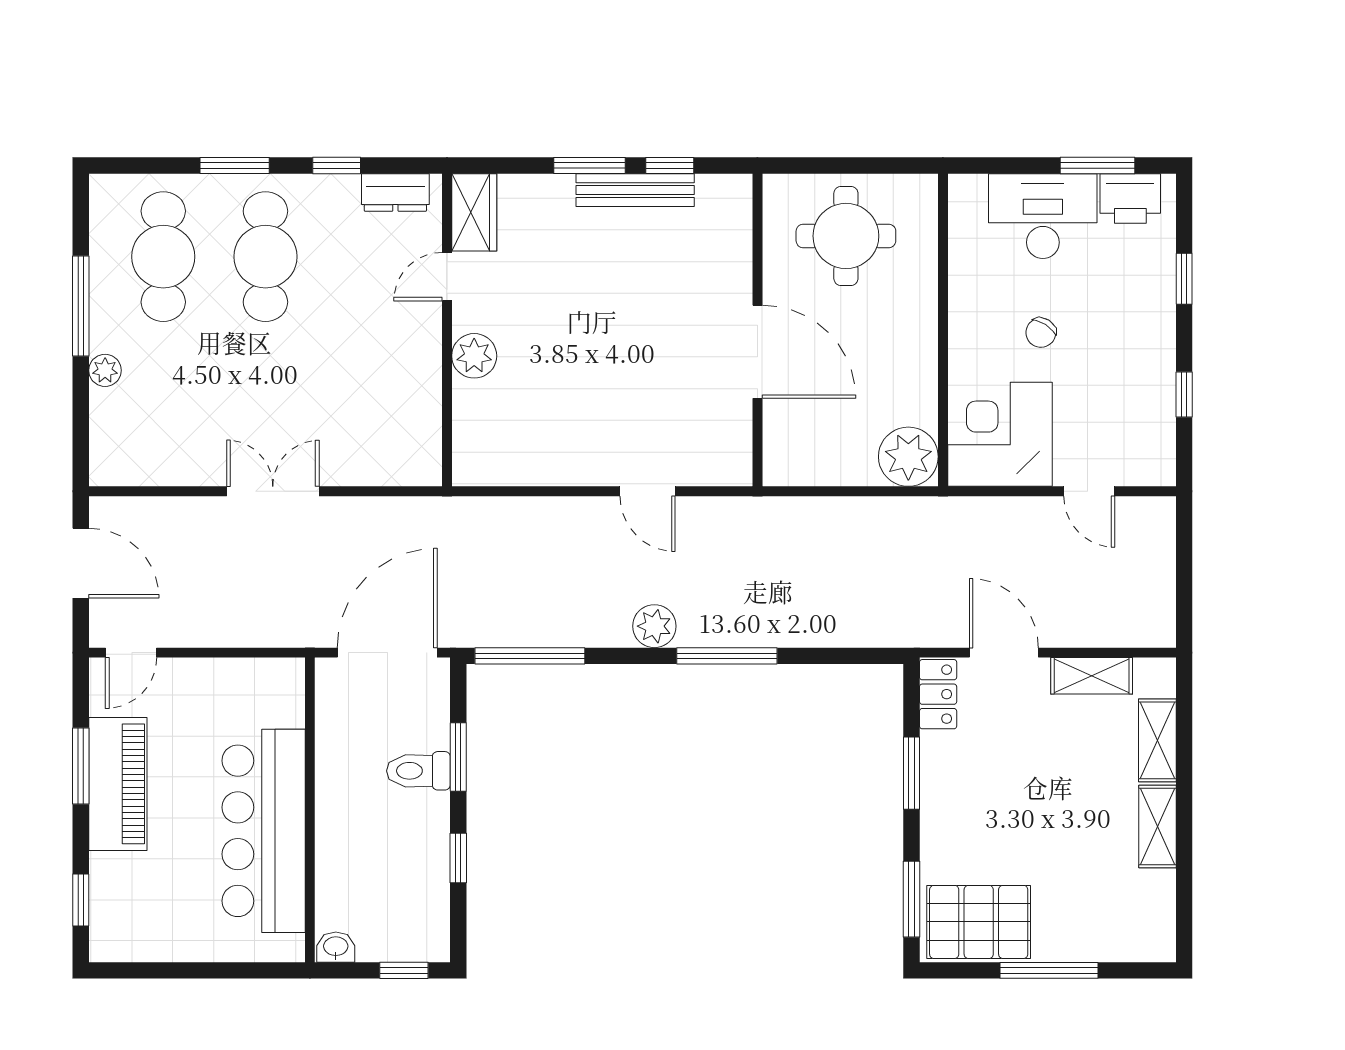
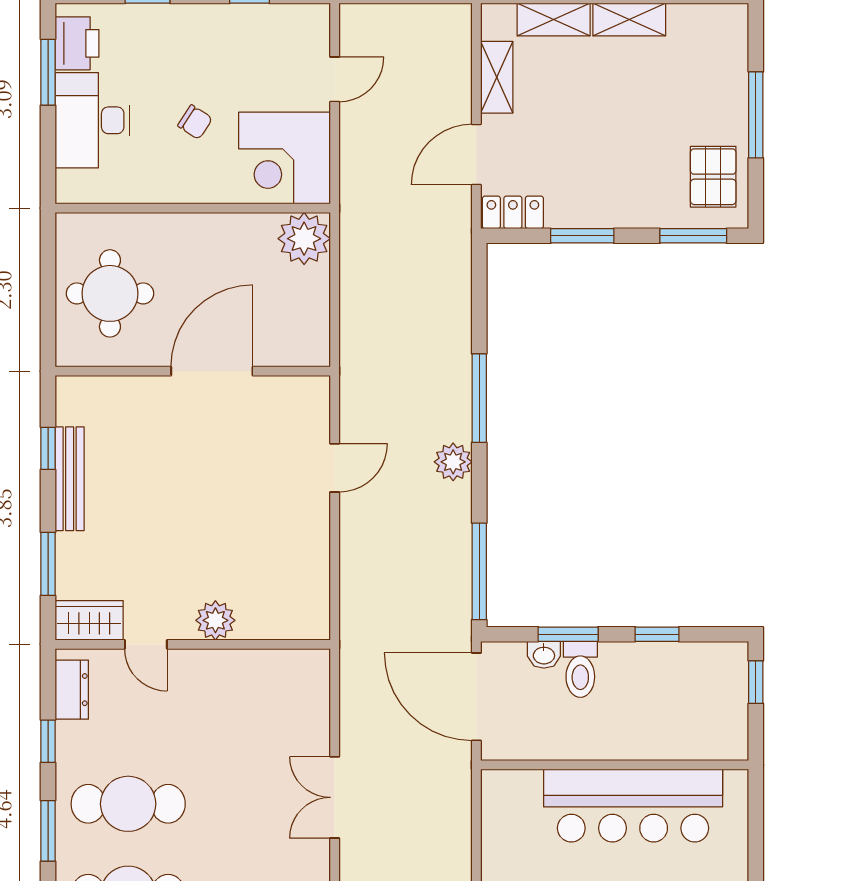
window: (590, 165) -> (48, 564), moved
pallet: (979, 922) -> (713, 177), width x0.67, depth x0.71
washbasin: (336, 947) -> (544, 655), moved, turned -90

